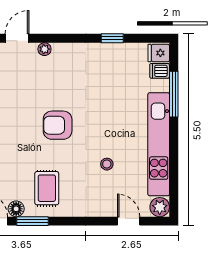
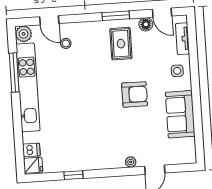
window: (174, 94) -> (14, 73), moved
armchair: (58, 125) -> (135, 94), moved
stool: (107, 164) -> (66, 43), moved
window: (33, 221) -> (116, 16), moved

